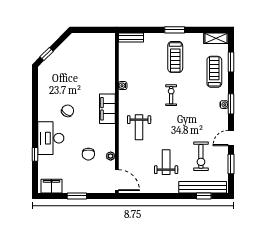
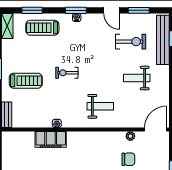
treadmill: (175, 57) -> (26, 81), moved
filing cabinet: (107, 109) -> (51, 139), moved

